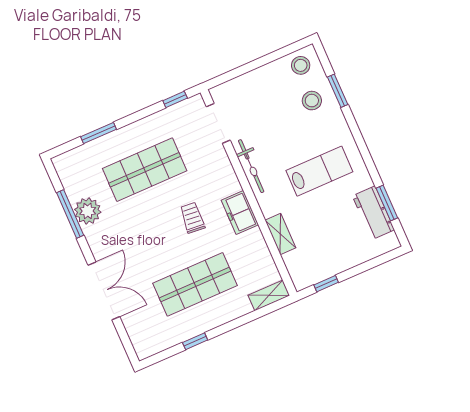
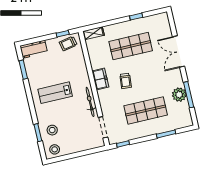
workbench: (373, 213) -> (34, 49), moved, turned 90
shelving: (280, 234) -> (82, 64), removed
trolley: (312, 267) -> (68, 44), added

